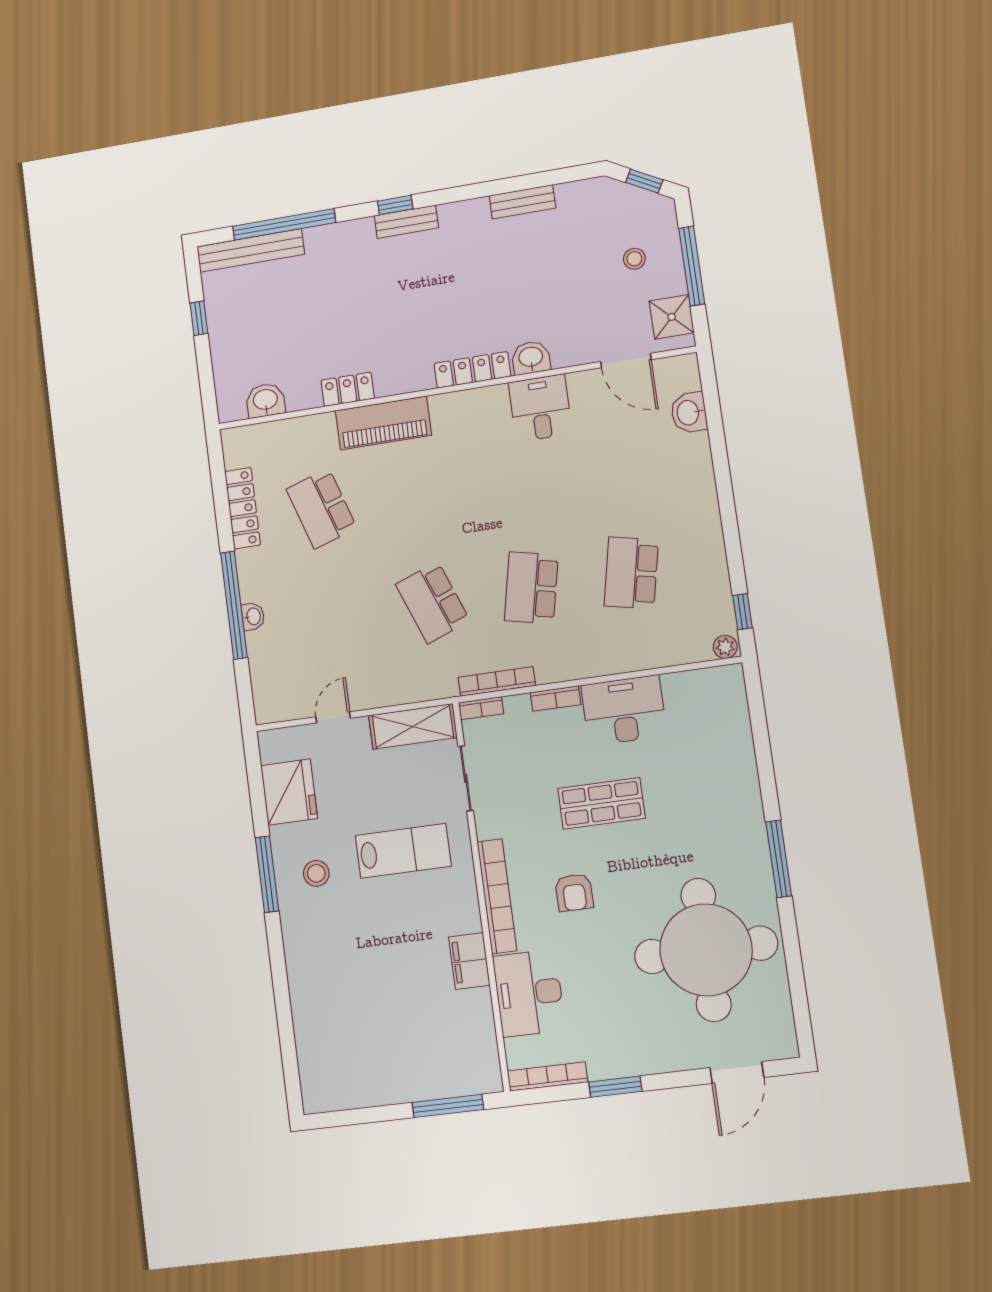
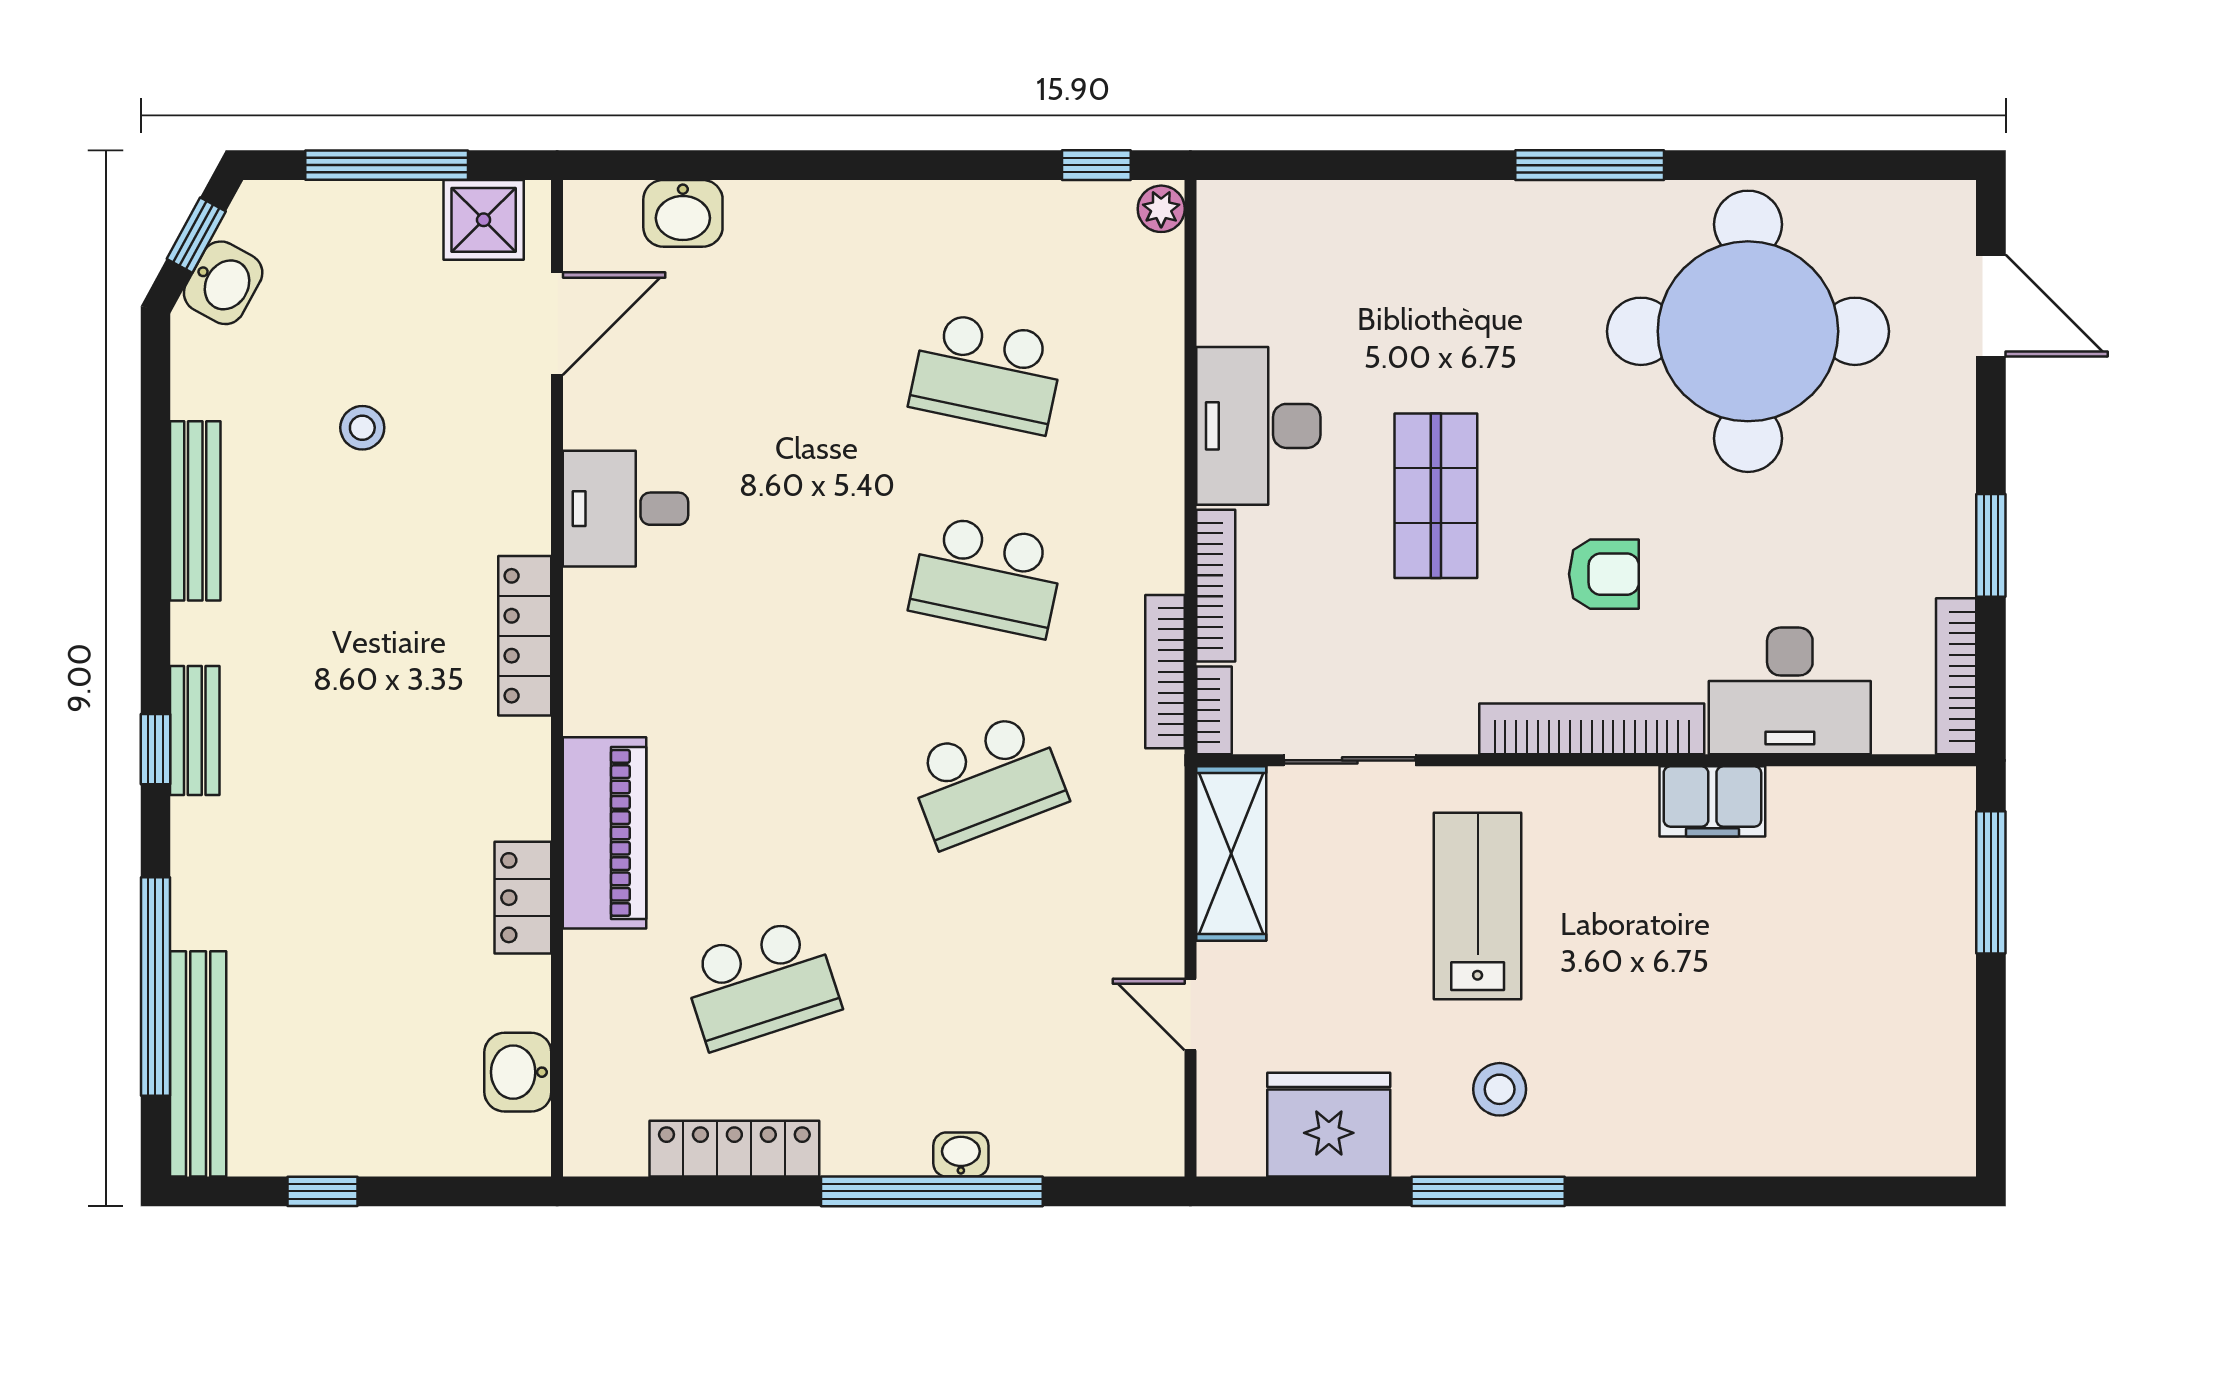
bench: (522, 202) -> (195, 511), width x1.36
stool: (634, 259) -> (362, 428), moved
washbasin: (531, 358) -> (223, 283), moved, turned -151
bookcase: (556, 699) -> (1216, 586), width x1.56

